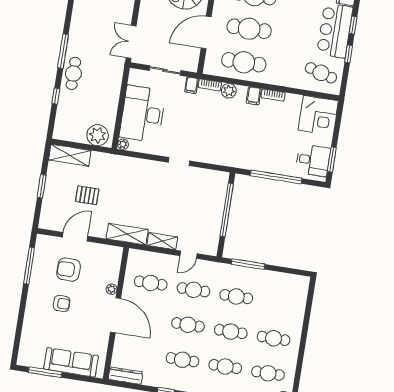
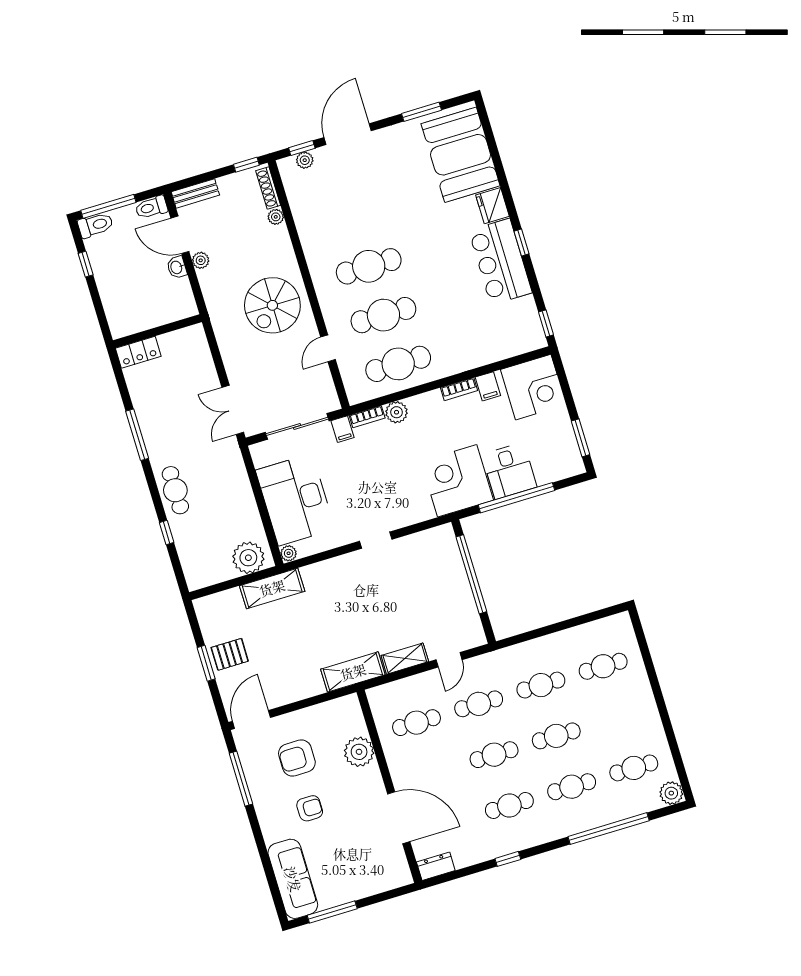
door: (206, 33) -> (328, 348), width x0.53
window: (63, 51) -> (137, 435), moved
window: (349, 54) -> (546, 323), moved
sliding door: (165, 70) -> (297, 426), width x1.37
cafe table: (321, 73) -> (509, 328), removed
filing cabinet: (254, 96) -> (488, 386), moved
corner desk: (245, 150) -> (457, 481), added
shelving: (70, 155) -> (272, 588), moved
desk: (313, 160) -> (509, 471), moved, turned 90
pallet: (87, 195) -> (230, 654), moved
door: (75, 237) -> (251, 719), moved
window: (248, 264) -> (535, 634), removed
plant: (112, 289) -> (359, 752), width x1.88, depth x1.88
door: (116, 315) -> (399, 818), moved
cafe table: (274, 338) -> (603, 666), moved
sofa: (71, 362) -> (293, 879), moved, turned 90
dresser: (126, 376) -> (436, 866), width x0.70

